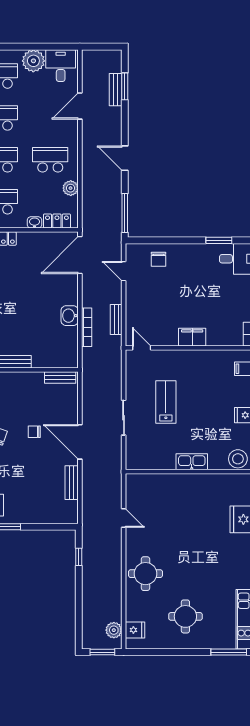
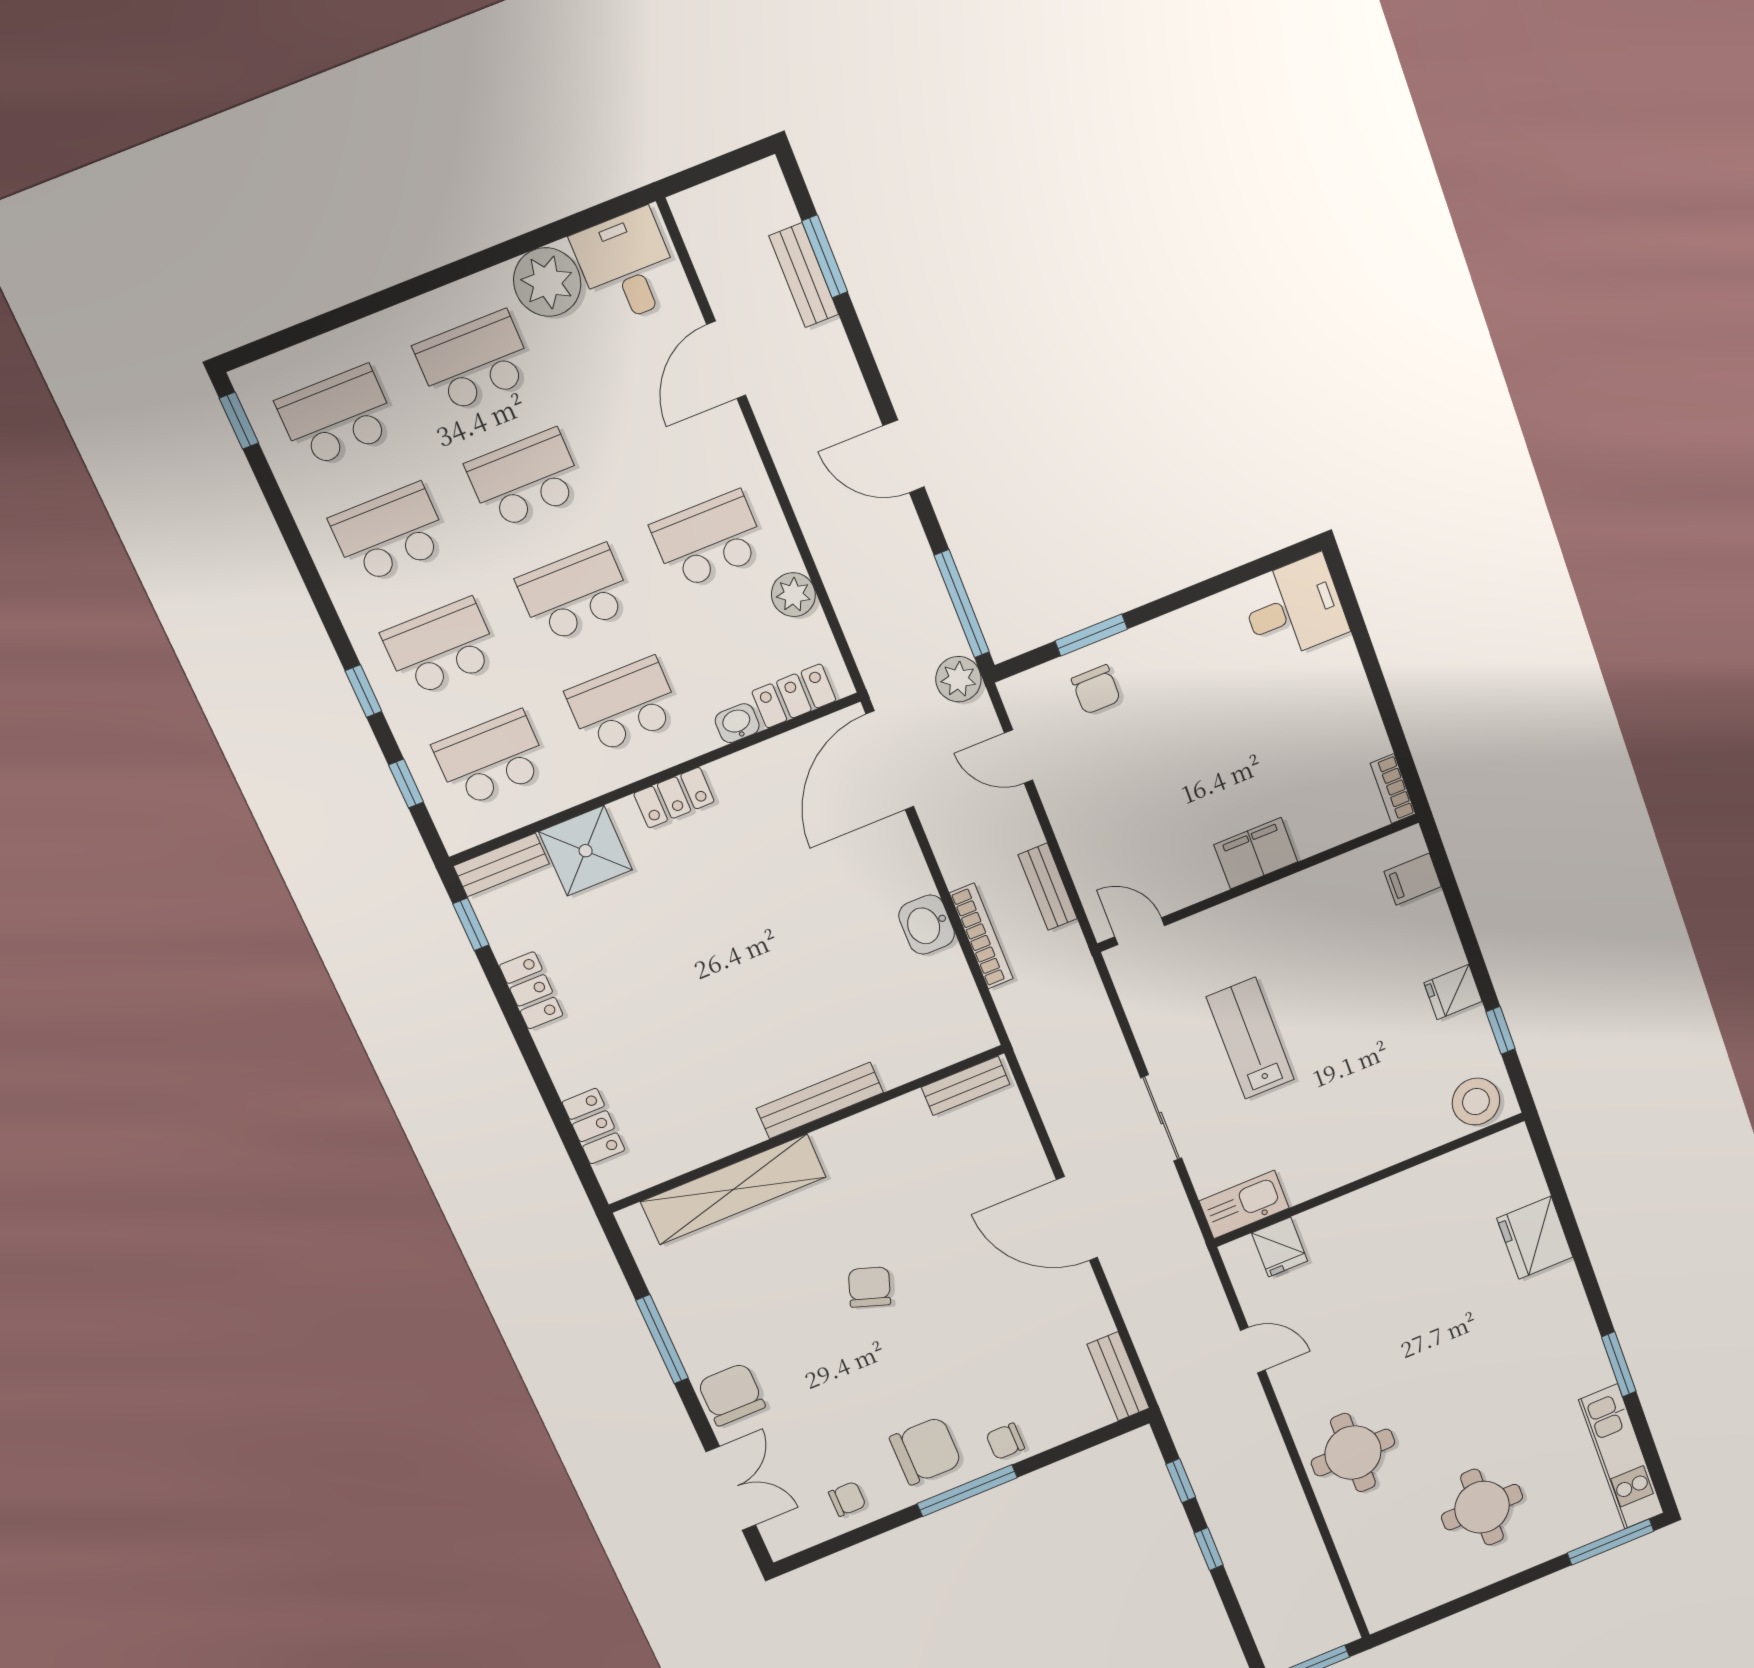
window: (219, 240) -> (1091, 635), moved
chair: (34, 432) -> (1005, 1441), moved
kitchen sink: (192, 462) -> (1244, 1204), moved
bench: (72, 483) -> (1118, 1376), moved
window: (79, 588) -> (1209, 1549), added
plant: (114, 630) -> (958, 679), moved
fridge: (135, 630) -> (1280, 1247), moved, turned 90

